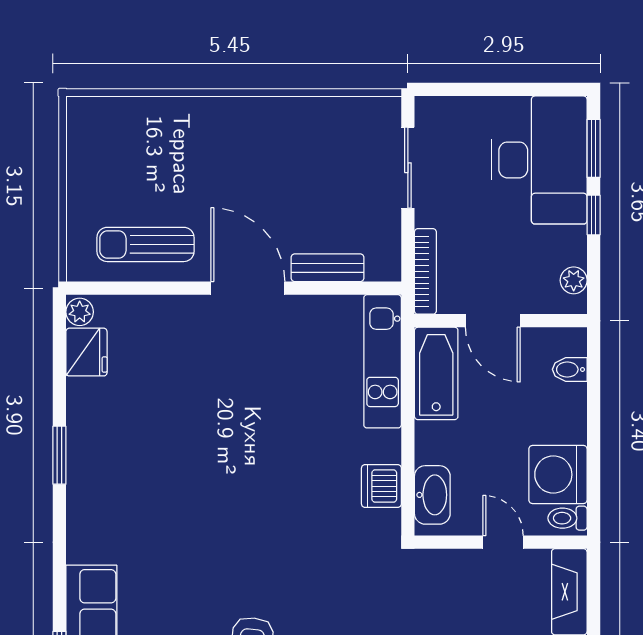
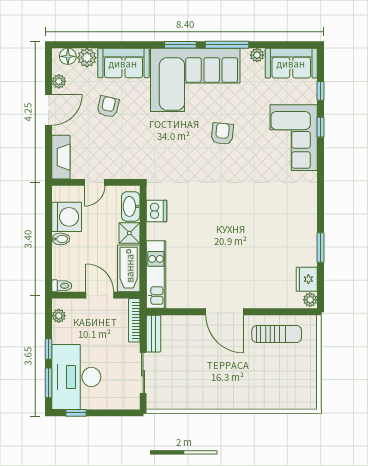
window: (540, 89) -> (76, 413), added
bench: (327, 268) -> (153, 334), moved, turned 90
bidet: (570, 369) -> (61, 239), moved
shower: (435, 443) -> (129, 233), added
window: (59, 455) -> (321, 248), moved
toilet: (568, 518) -> (62, 286), moved
door: (503, 542) -> (95, 182), hinge flipped

